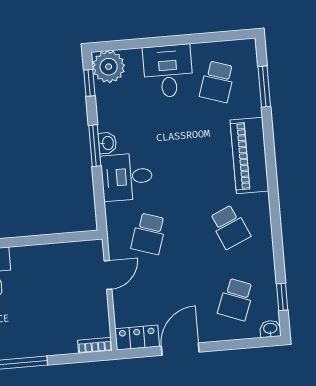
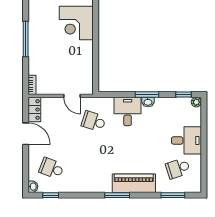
plant: (109, 67) -> (196, 102), width x0.53, depth x0.53
school desk: (217, 82) -> (178, 168), turned -36
window: (272, 182) -> (117, 195), added
school desk: (230, 227) -> (94, 168), removed

